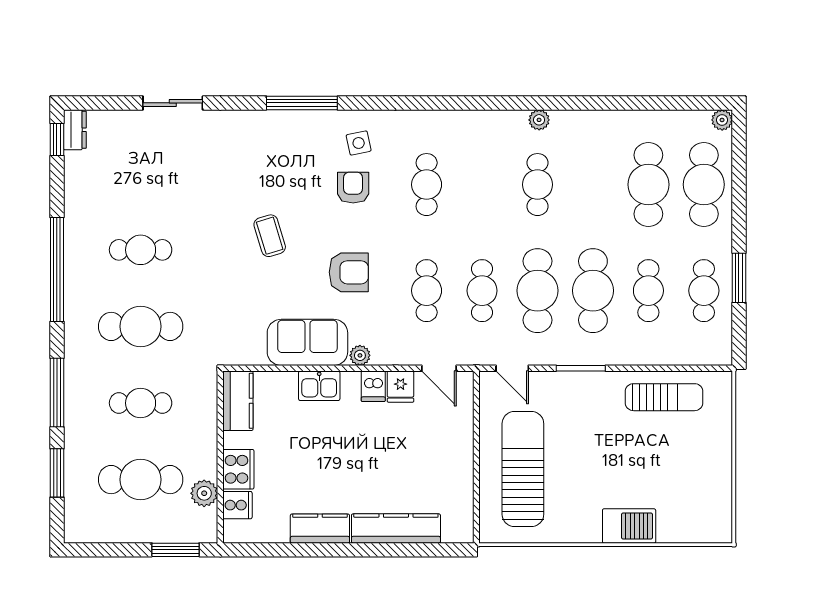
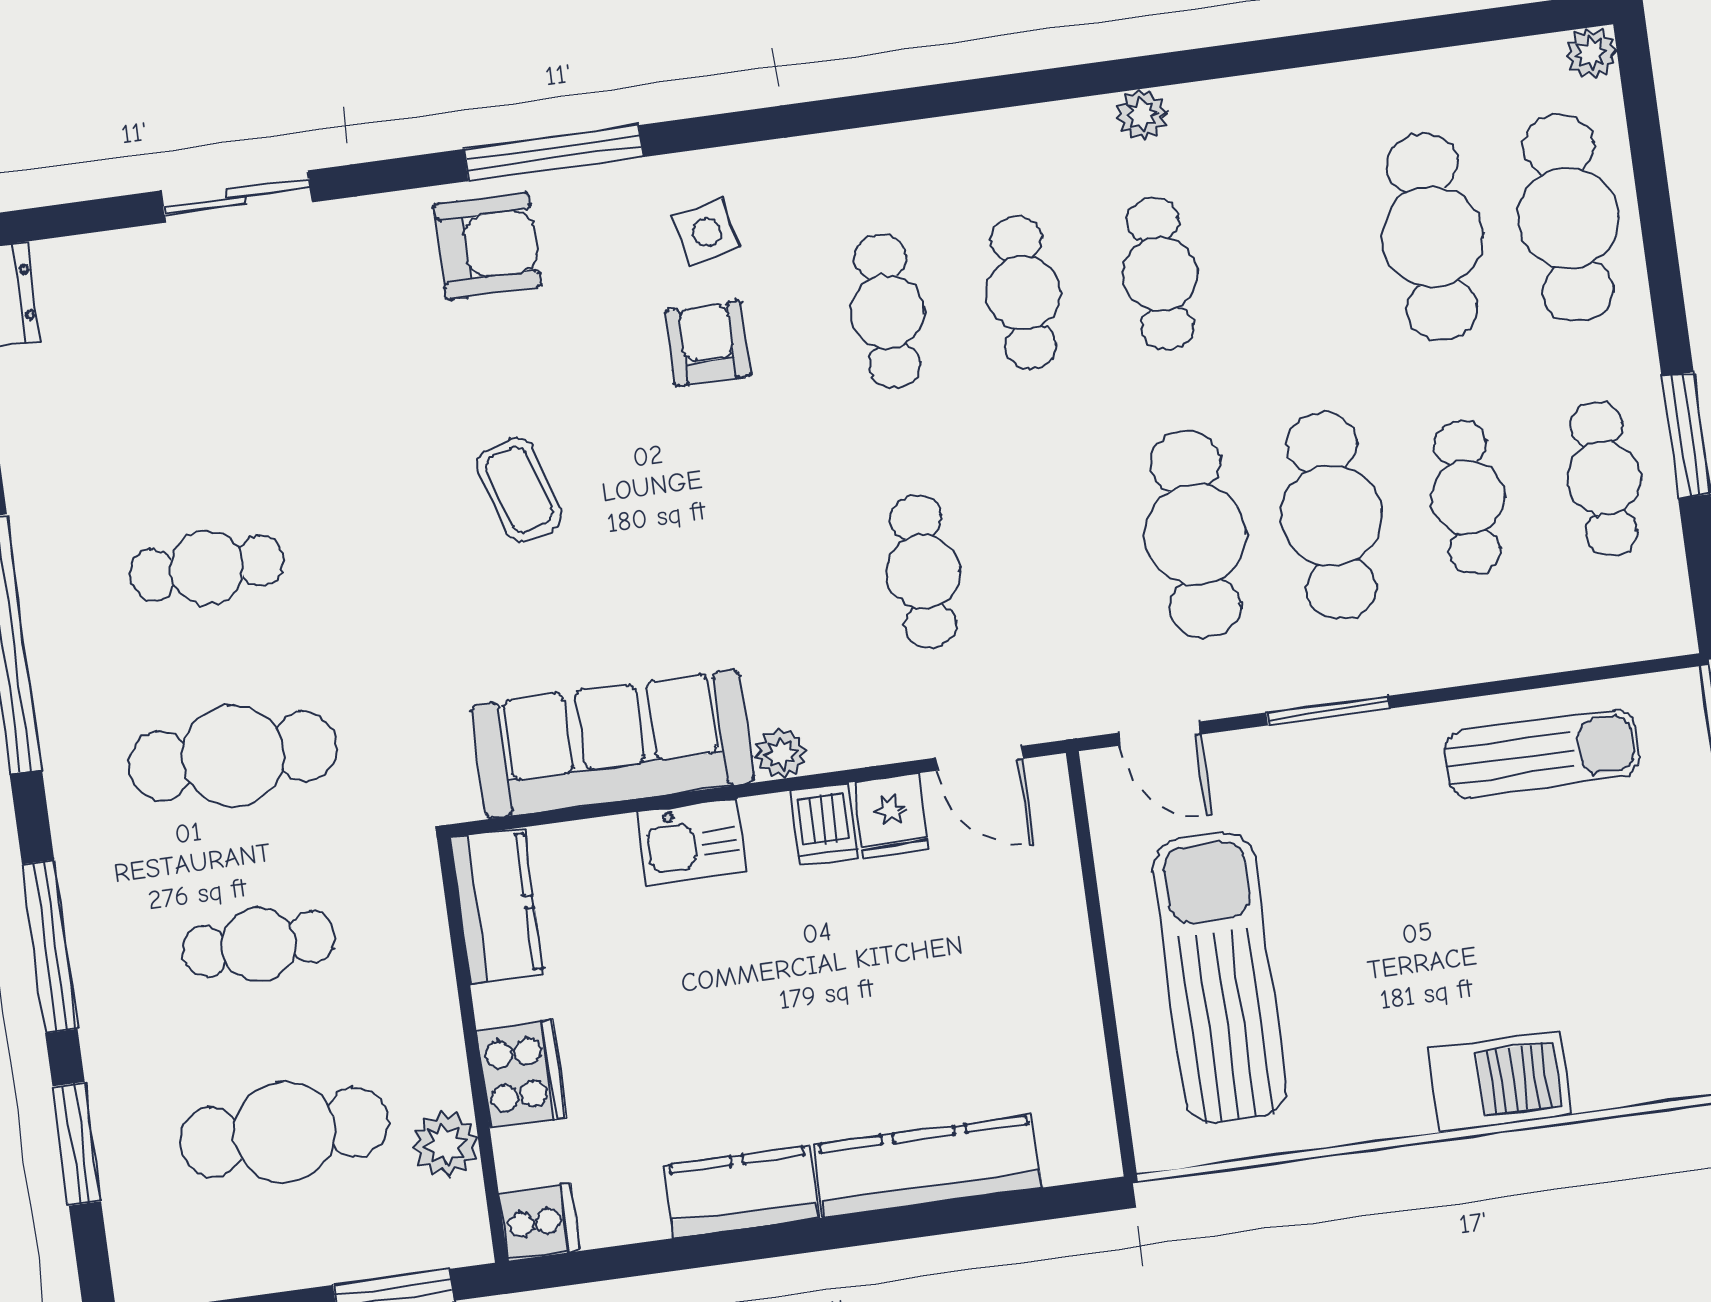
armchair: (349, 272) -> (487, 246), moved
cafe table: (482, 291) -> (1024, 293), moved
sofa: (307, 342) -> (612, 744), width x1.36
cooker: (237, 505) -> (539, 1222), moved

